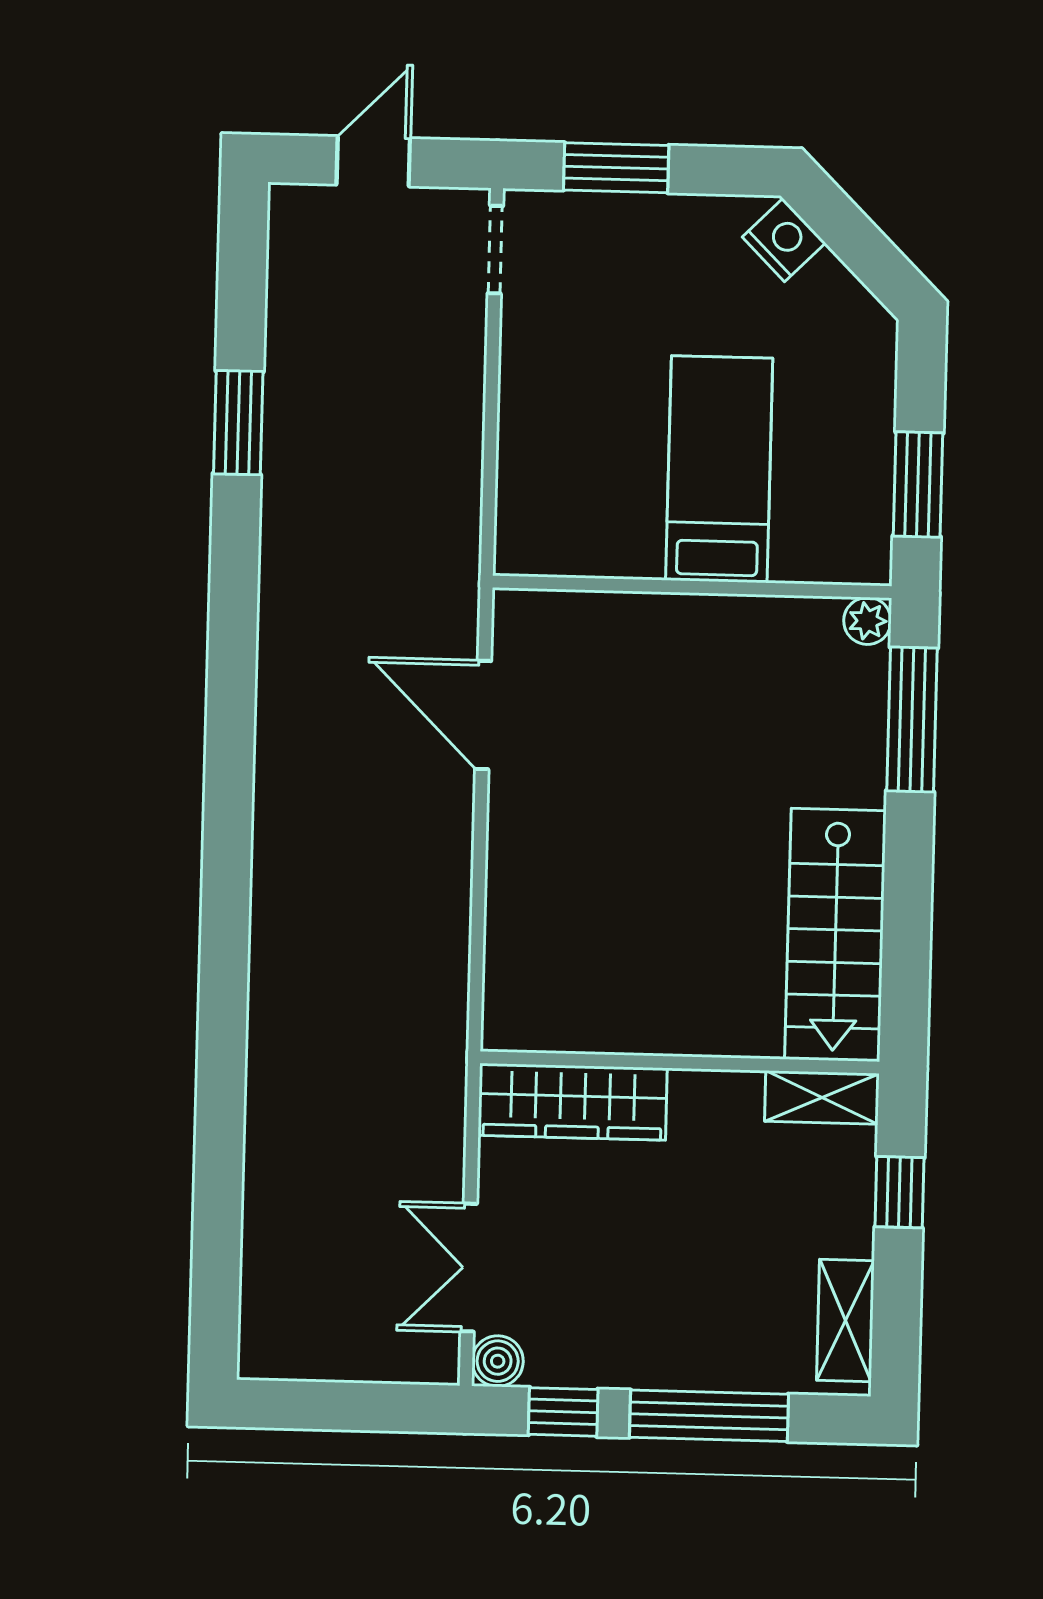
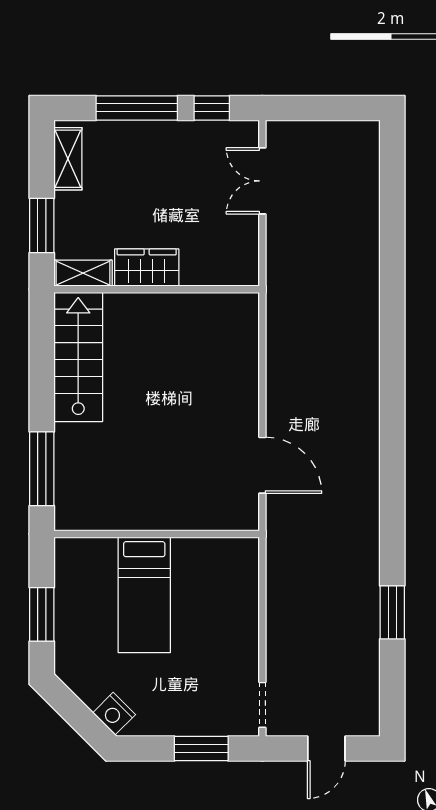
window: (918, 484) -> (42, 614), moved
plant: (867, 621) -> (66, 519), removed
wardrobe: (573, 1102) -> (147, 268), moved, width x0.67
window: (900, 1192) -> (42, 225), width x1.50
double door: (469, 1268) -> (262, 181), swing flipped
boiler: (498, 1361) -> (246, 133), removed

